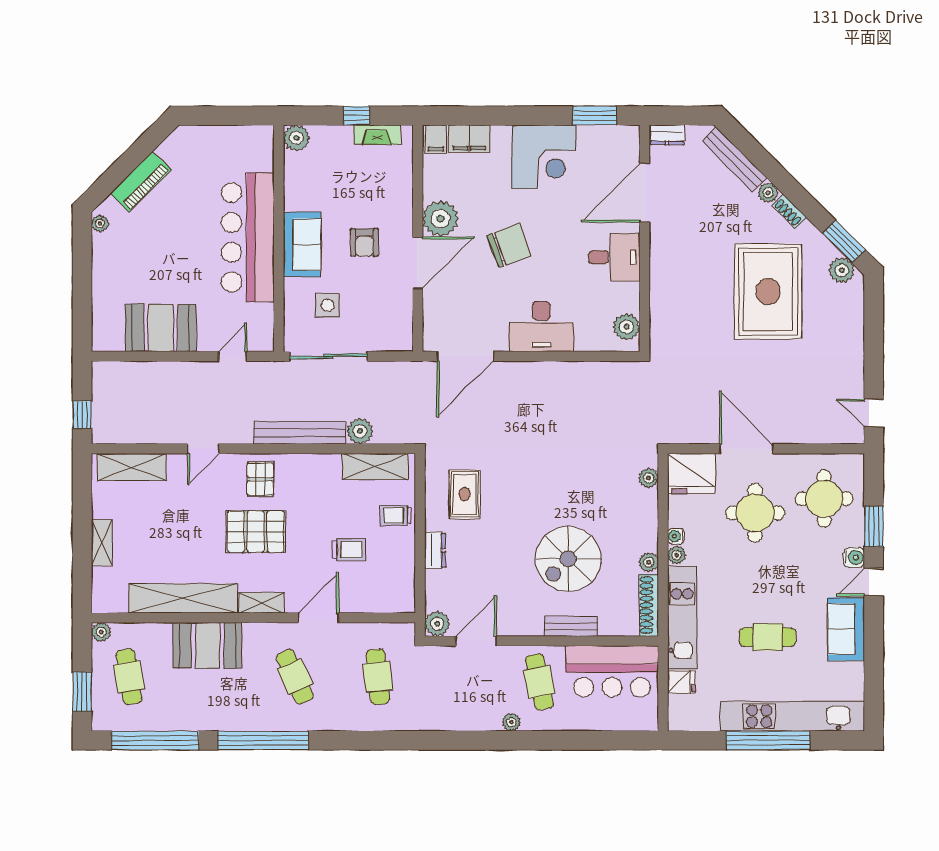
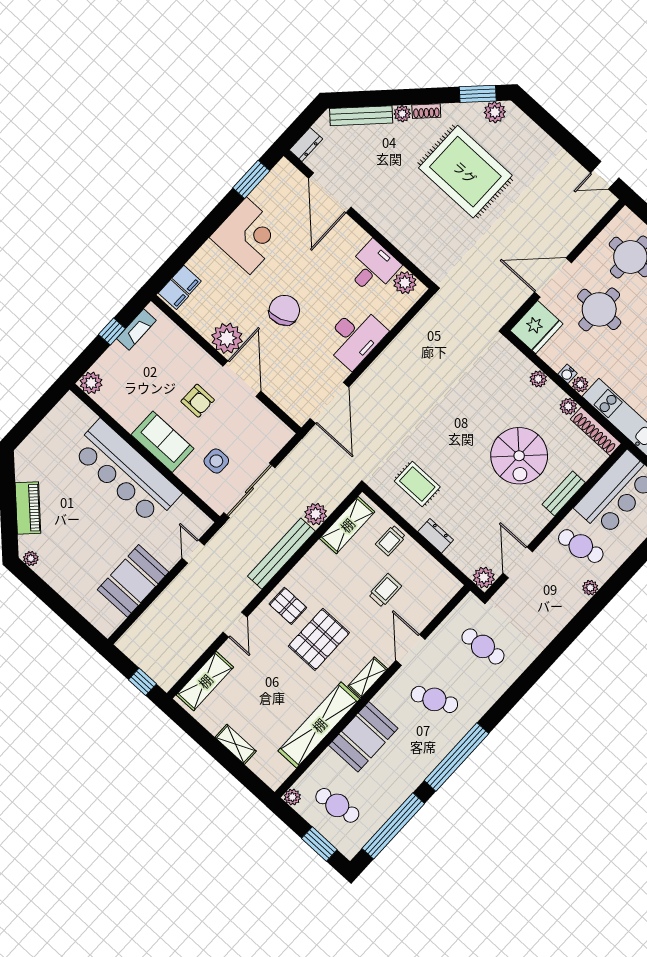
filing cabinet: (469, 139) -> (187, 280), width x0.50
desk: (614, 257) -> (373, 268), moved
plant: (649, 478) -> (538, 379), moved

